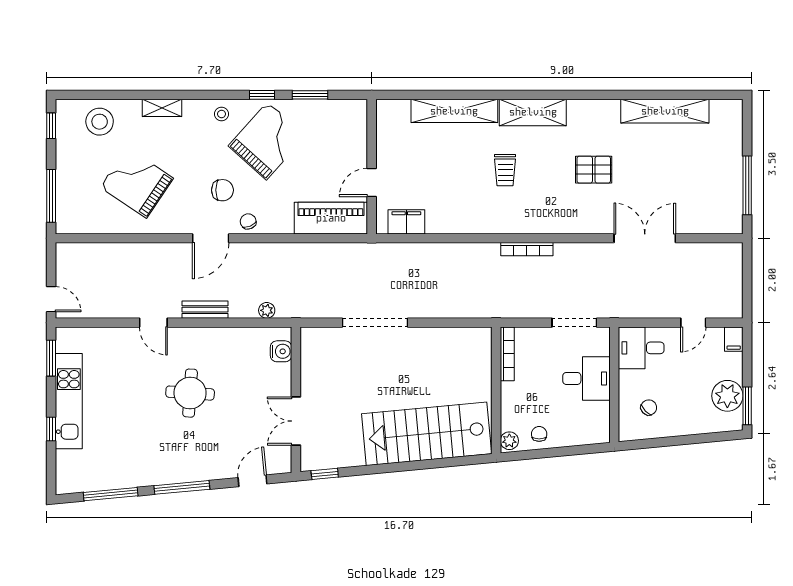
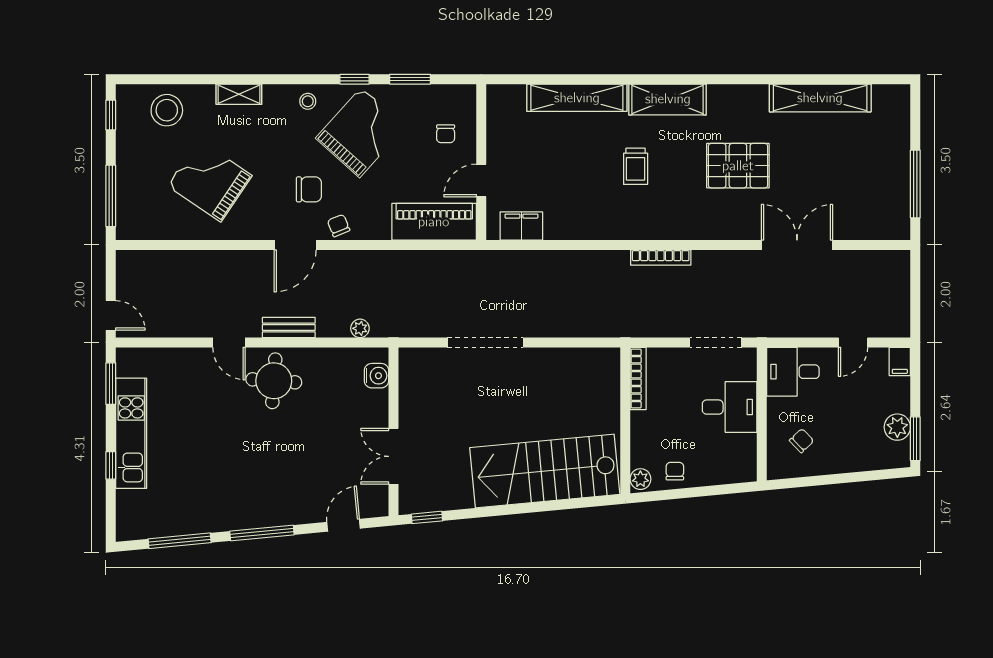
chair: (341, 142) -> (446, 134), added
pallet: (594, 170) -> (738, 166), width x1.50, depth x1.42
round table: (190, 393) -> (274, 381), moved
plant: (727, 396) -> (897, 427), width x0.73, depth x0.73

